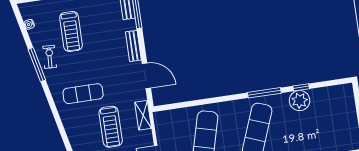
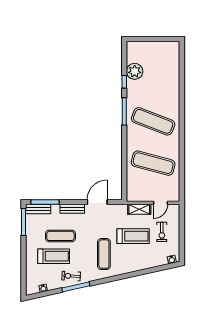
exercise mat: (98, 36) -> (60, 236), added
plant: (300, 101) -> (135, 71), moved
shelving: (143, 115) -> (139, 209), moved

